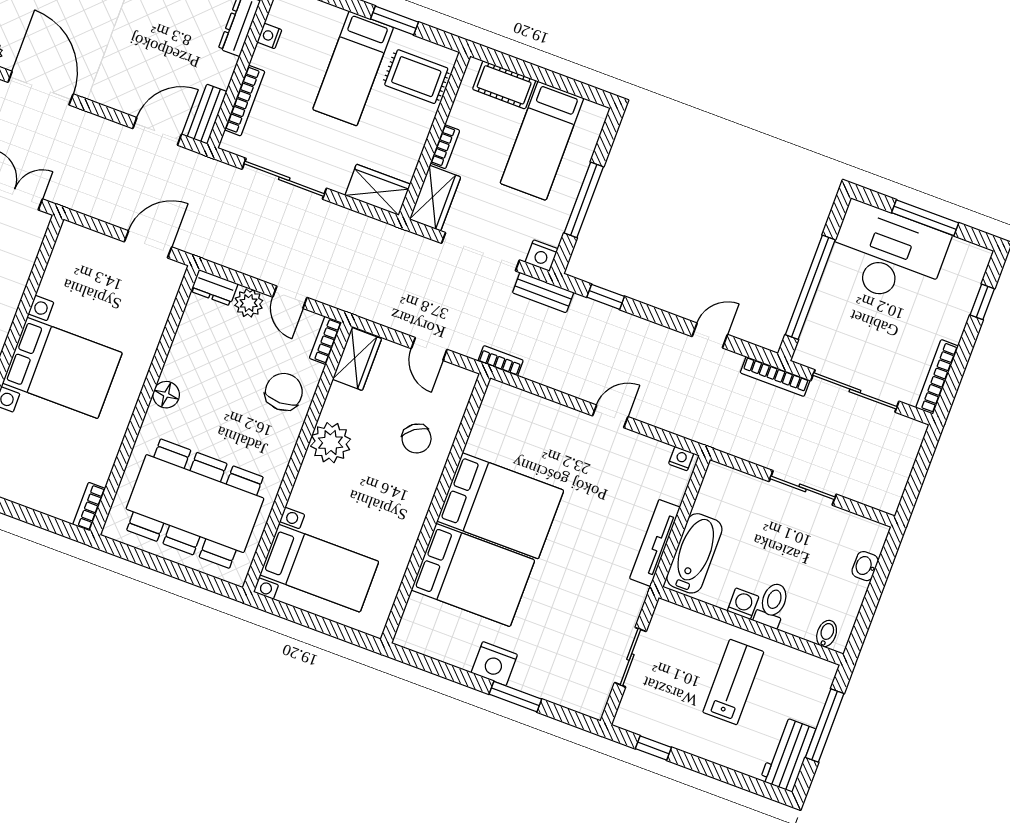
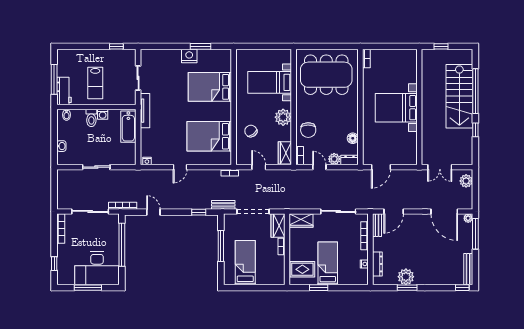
cot: (504, 85) -> (268, 279), removed
nightstand: (542, 256) -> (229, 219), removed
door: (710, 336) -> (153, 212), swing flipped
floor lamp: (166, 395) -> (353, 138), moved
bed: (500, 506) -> (209, 136), moved
tv unit: (655, 543) -> (145, 111), moved
bed with nightstands: (319, 568) -> (270, 82), moved
window: (515, 697) -> (200, 46), moved
workbench: (788, 755) -> (64, 91), moved

